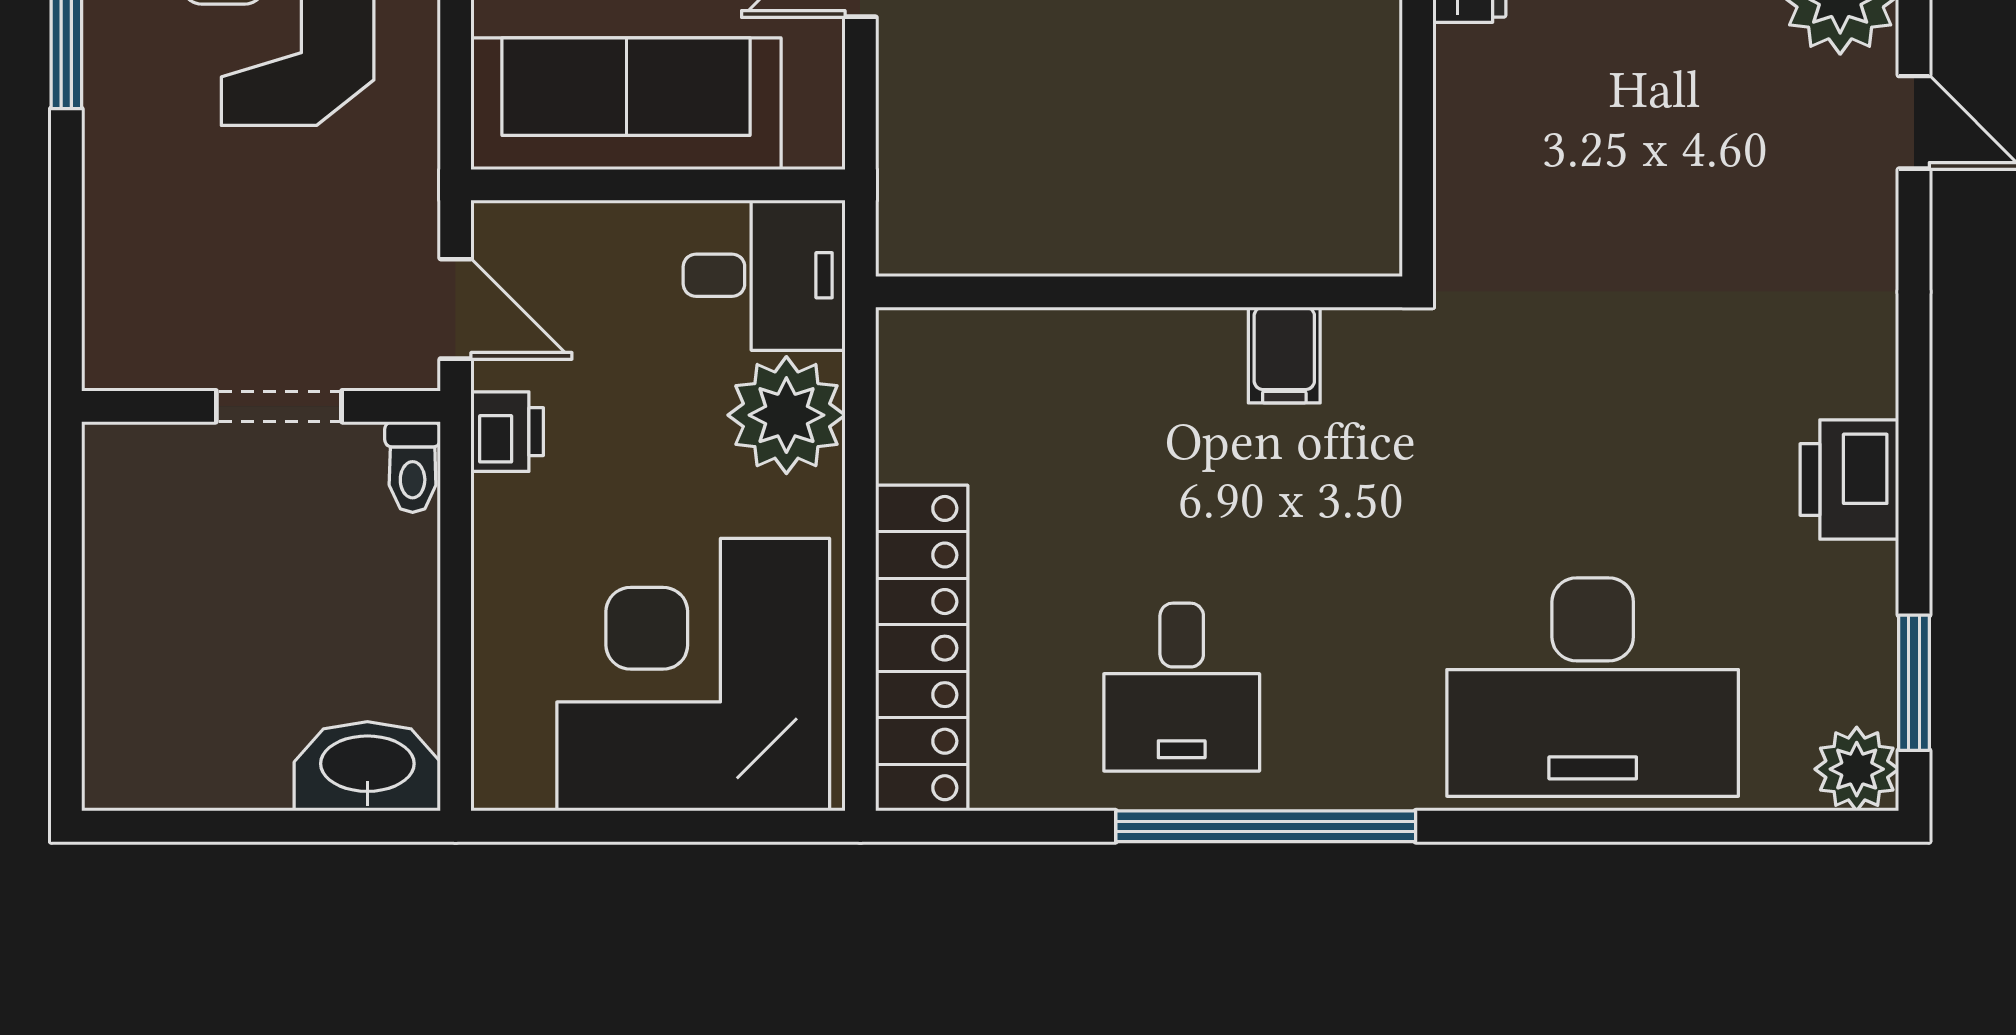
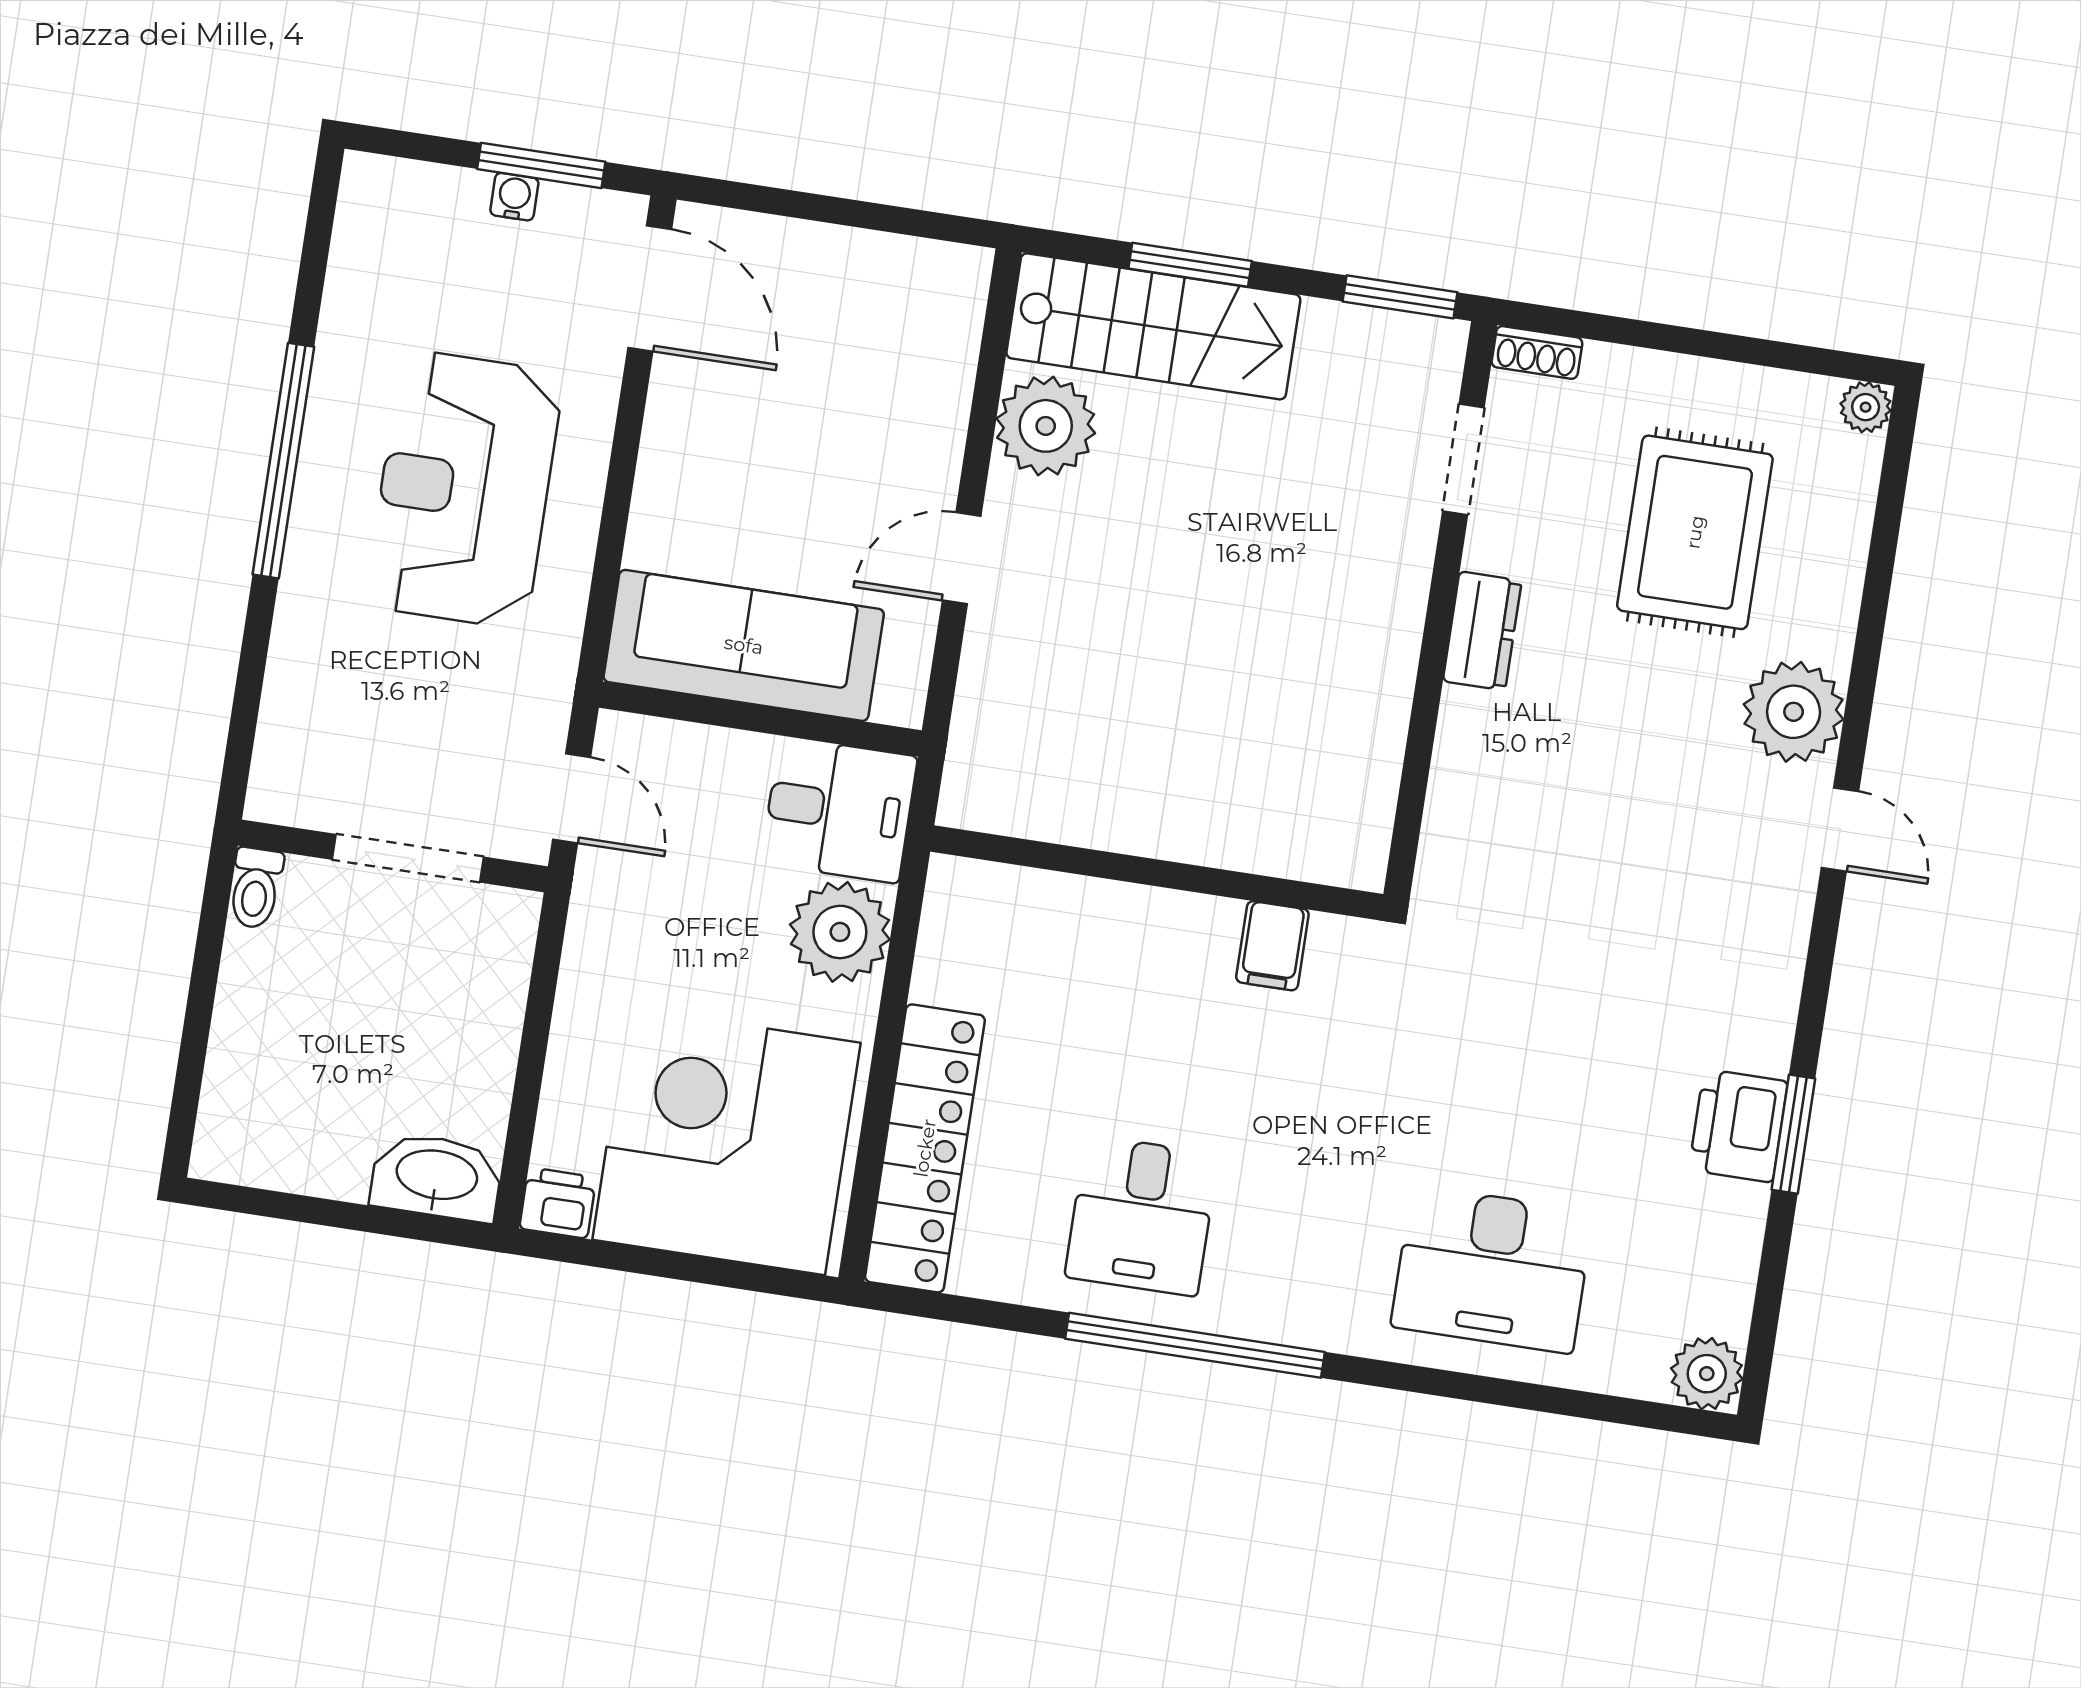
doorway: (279, 406) -> (408, 858), width x1.38
printer: (507, 432) -> (558, 1203), moved, turned -90
toilet: (413, 467) -> (256, 888), moved
window: (1914, 683) -> (1793, 1134), moved
desk: (1593, 687) -> (1492, 1269), width x0.73, depth x0.77

